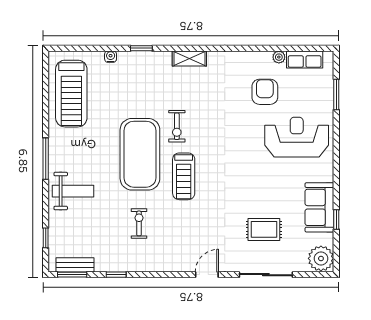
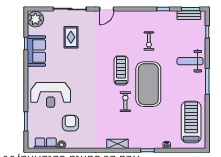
armchair: (265, 92) -> (70, 123), turned 180
rug: (264, 229) -> (71, 37), turned 90

